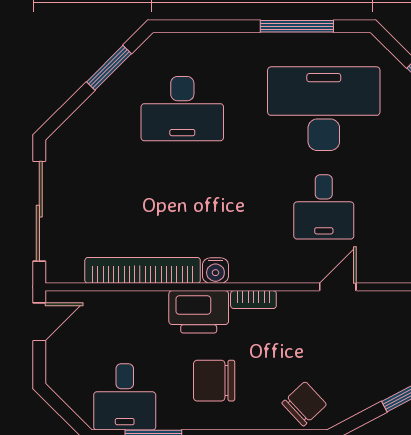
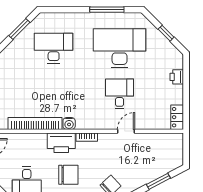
desk: (182, 109) -> (54, 48), turned 180
desk: (324, 207) -> (120, 94), turned 180
chair: (214, 381) -> (68, 175), turned 180

